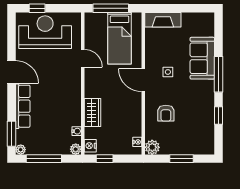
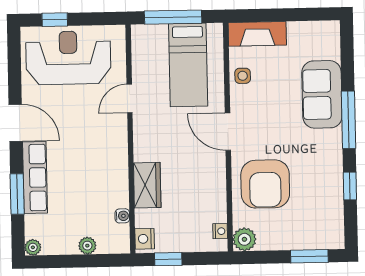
door: (83, 58) -> (130, 98), swing flipped
side table: (168, 72) -> (243, 76), moved
armchair: (166, 113) -> (265, 184), width x1.88, depth x1.88
window: (11, 134) -> (17, 194), moved
plant: (76, 149) -> (87, 246), moved
window: (44, 159) -> (71, 261), removed
window: (182, 159) -> (309, 256), moved

